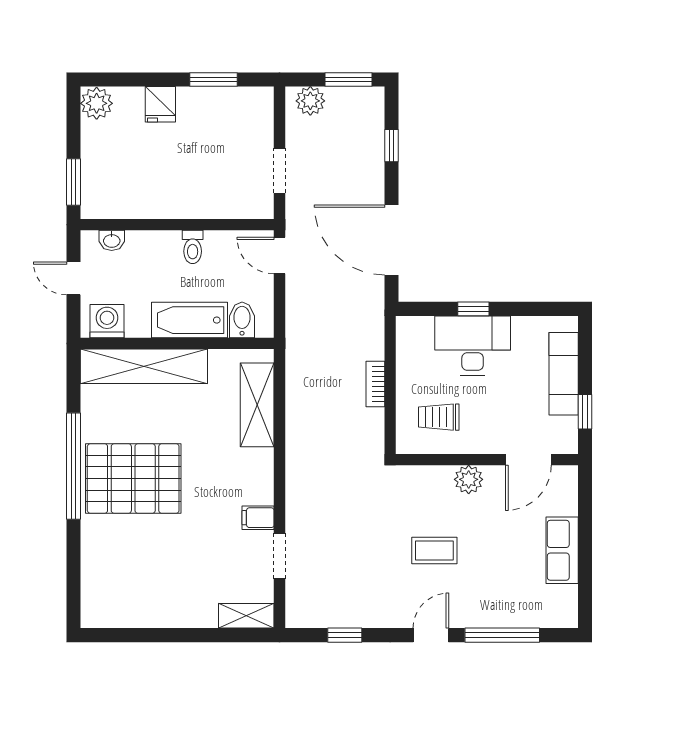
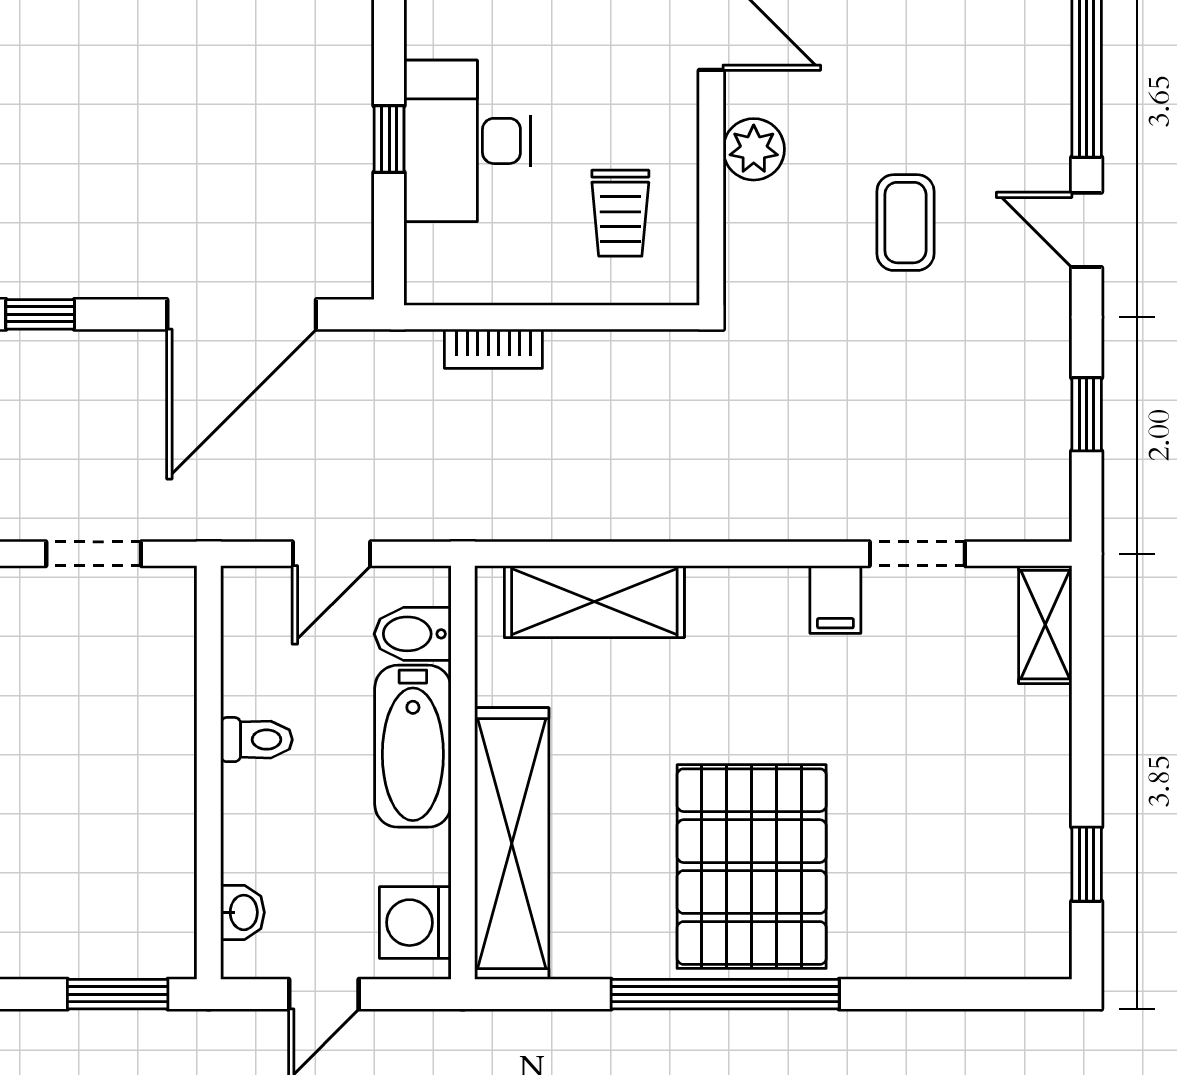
door: (279, 256) -> (332, 554), moved
bookcase: (375, 384) -> (493, 349), moved
window: (134, 635) -> (1087, 864), added

